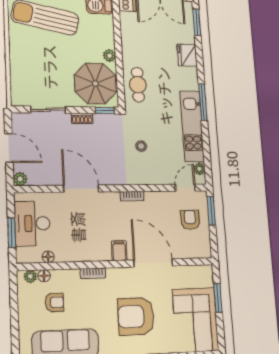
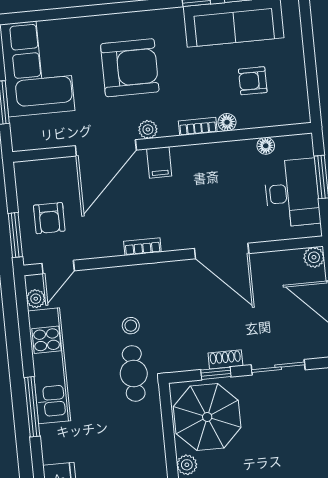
cafe table: (138, 85) -> (134, 373), moved
window: (105, 110) -> (216, 373), moved
door: (153, 263) -> (106, 148), hinge flipped
floor lamp: (44, 276) -> (227, 122), moved
plant: (30, 277) -> (148, 130), moved

